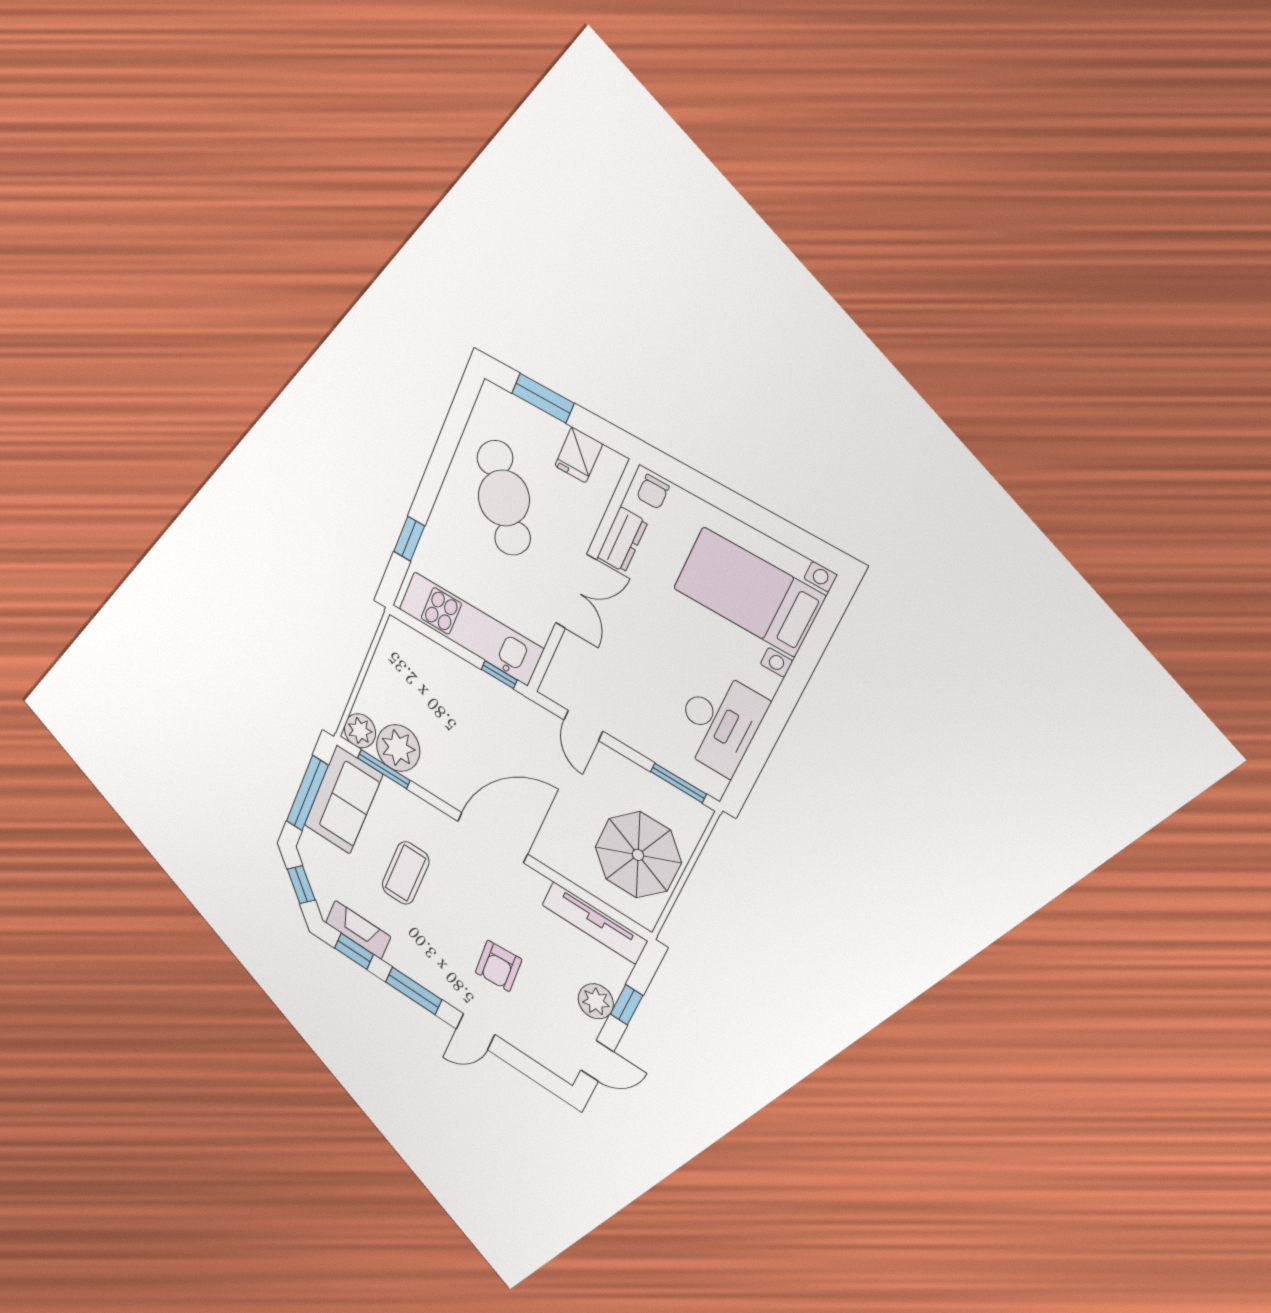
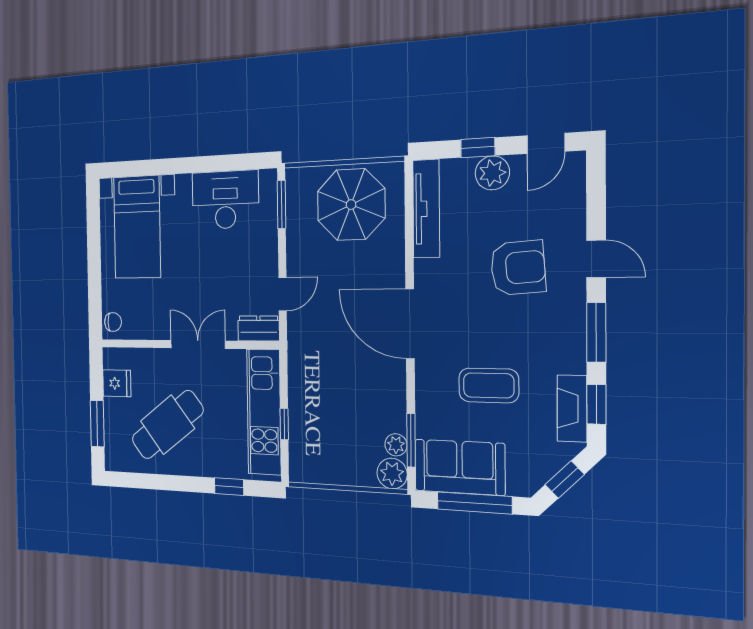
dresser: (622, 540) -> (259, 328), moved
window: (499, 675) -> (284, 424), moved
plant: (398, 748) -> (396, 445), width x0.53, depth x0.53
armchair: (499, 966) -> (518, 268), width x1.38, depth x1.38
door: (597, 1061) -> (546, 143), swing flipped

